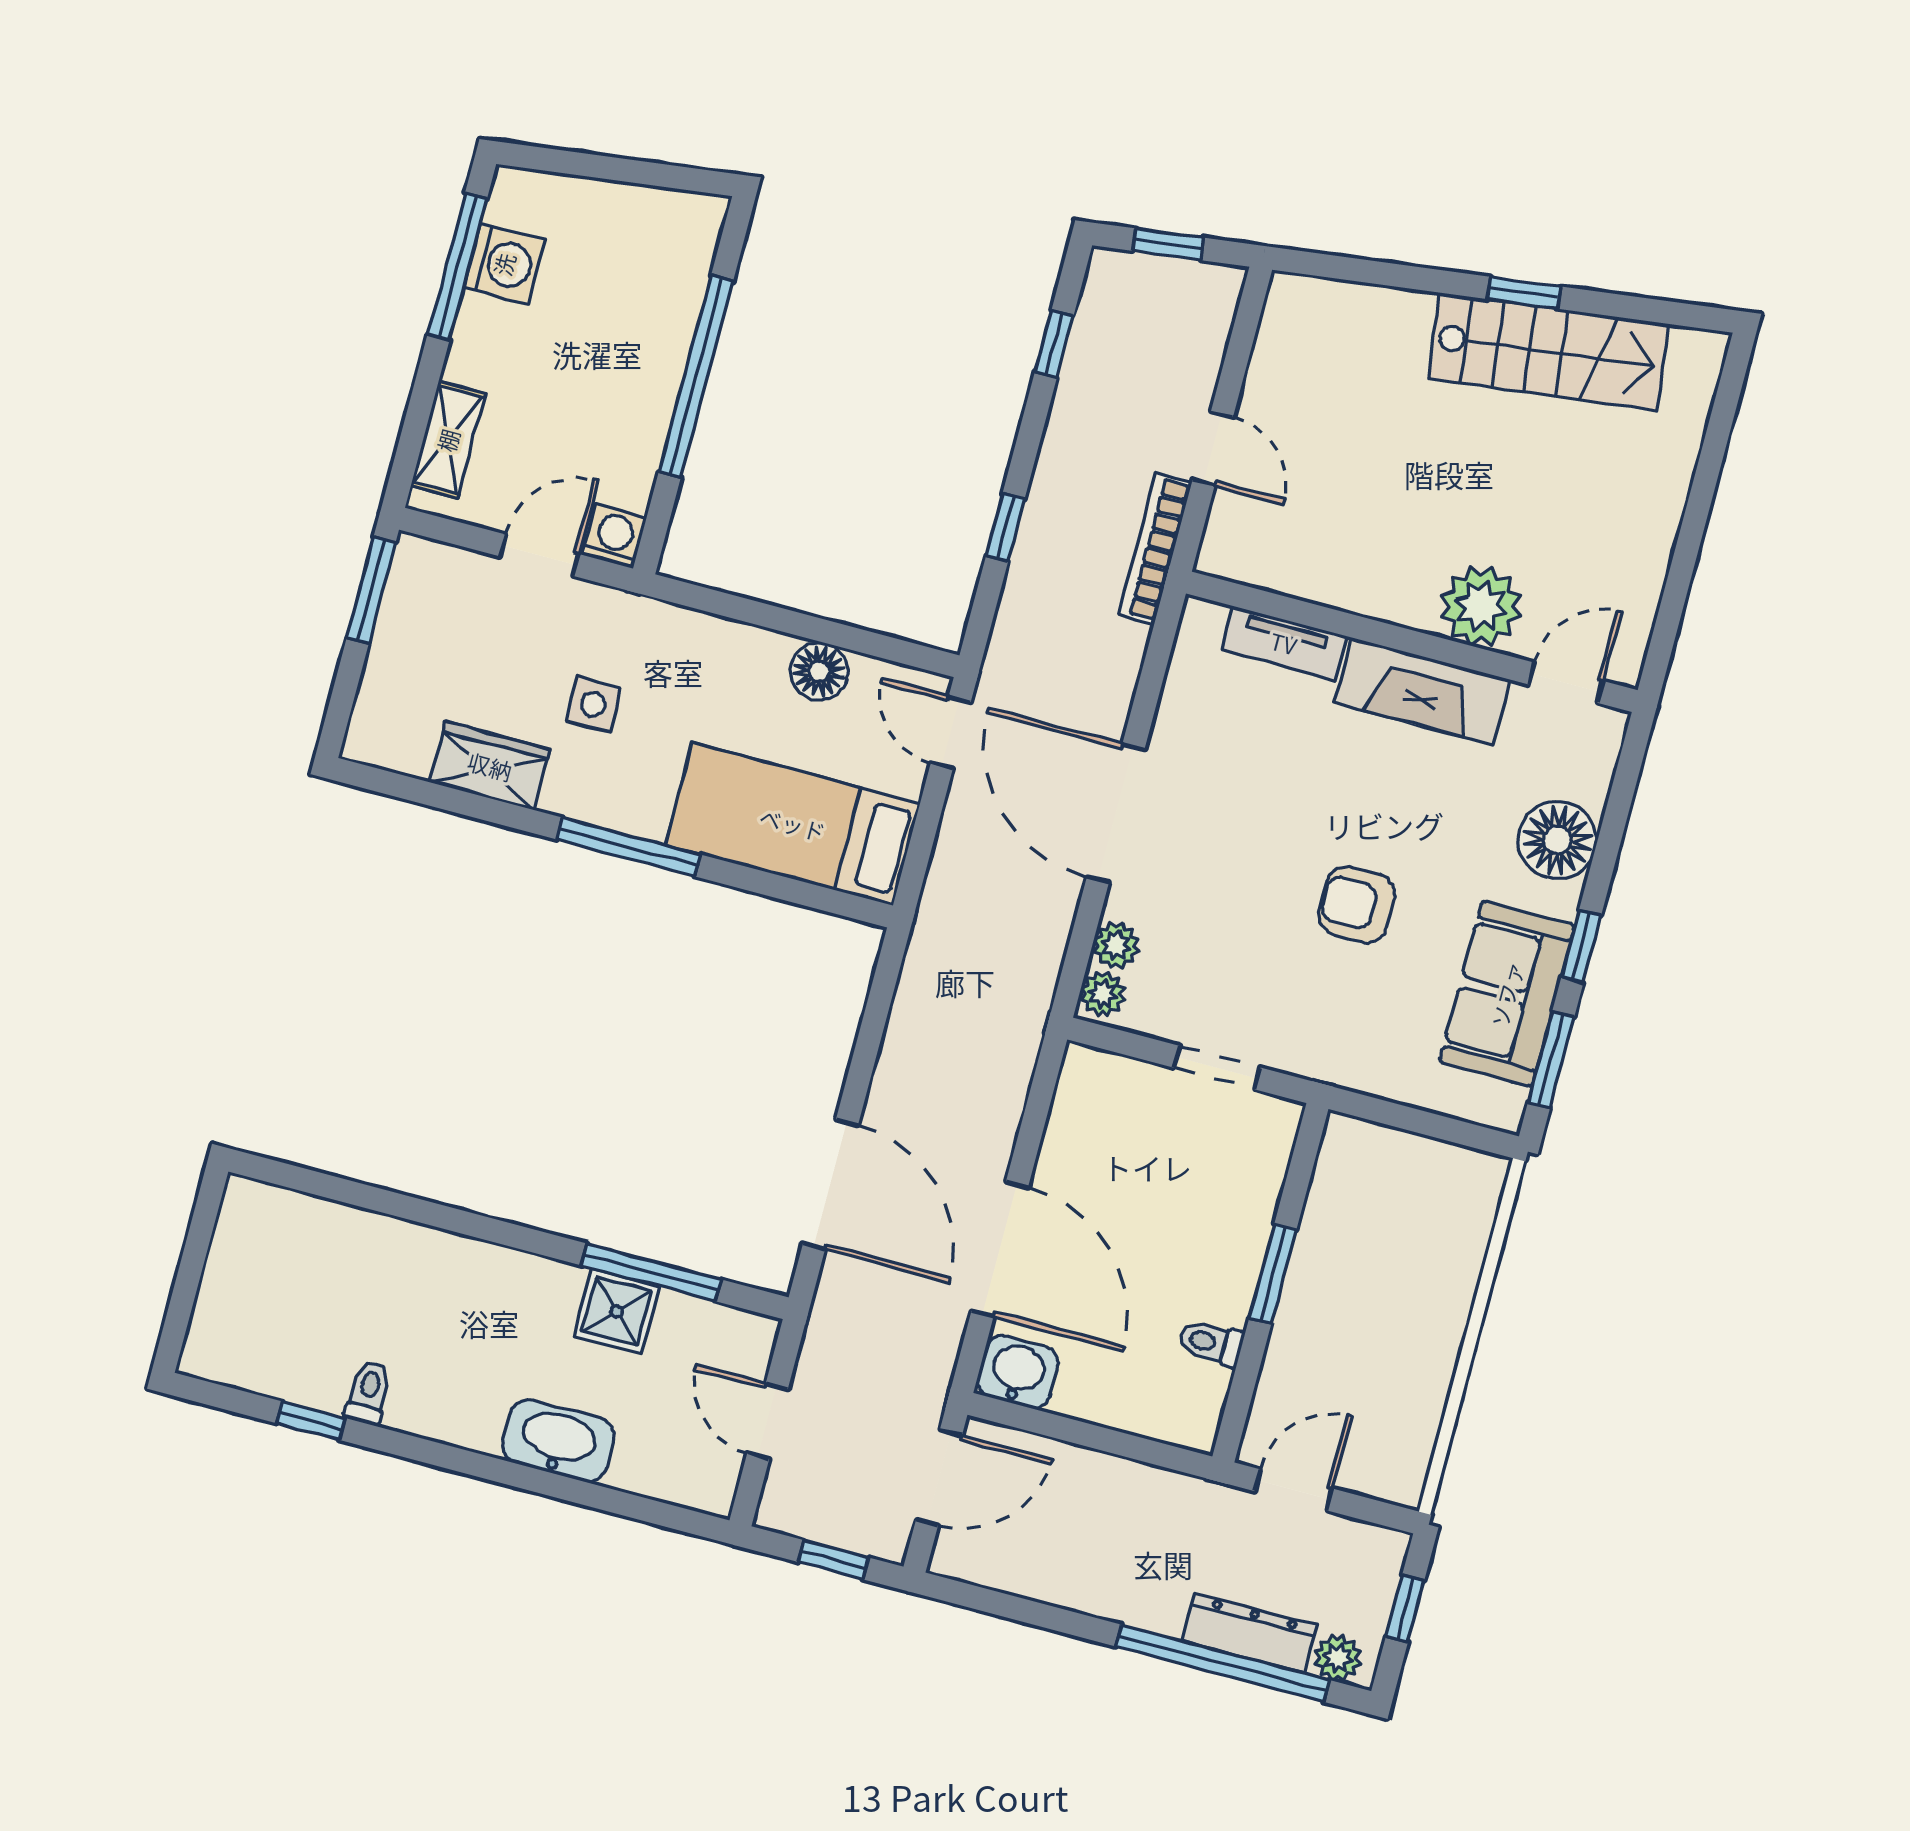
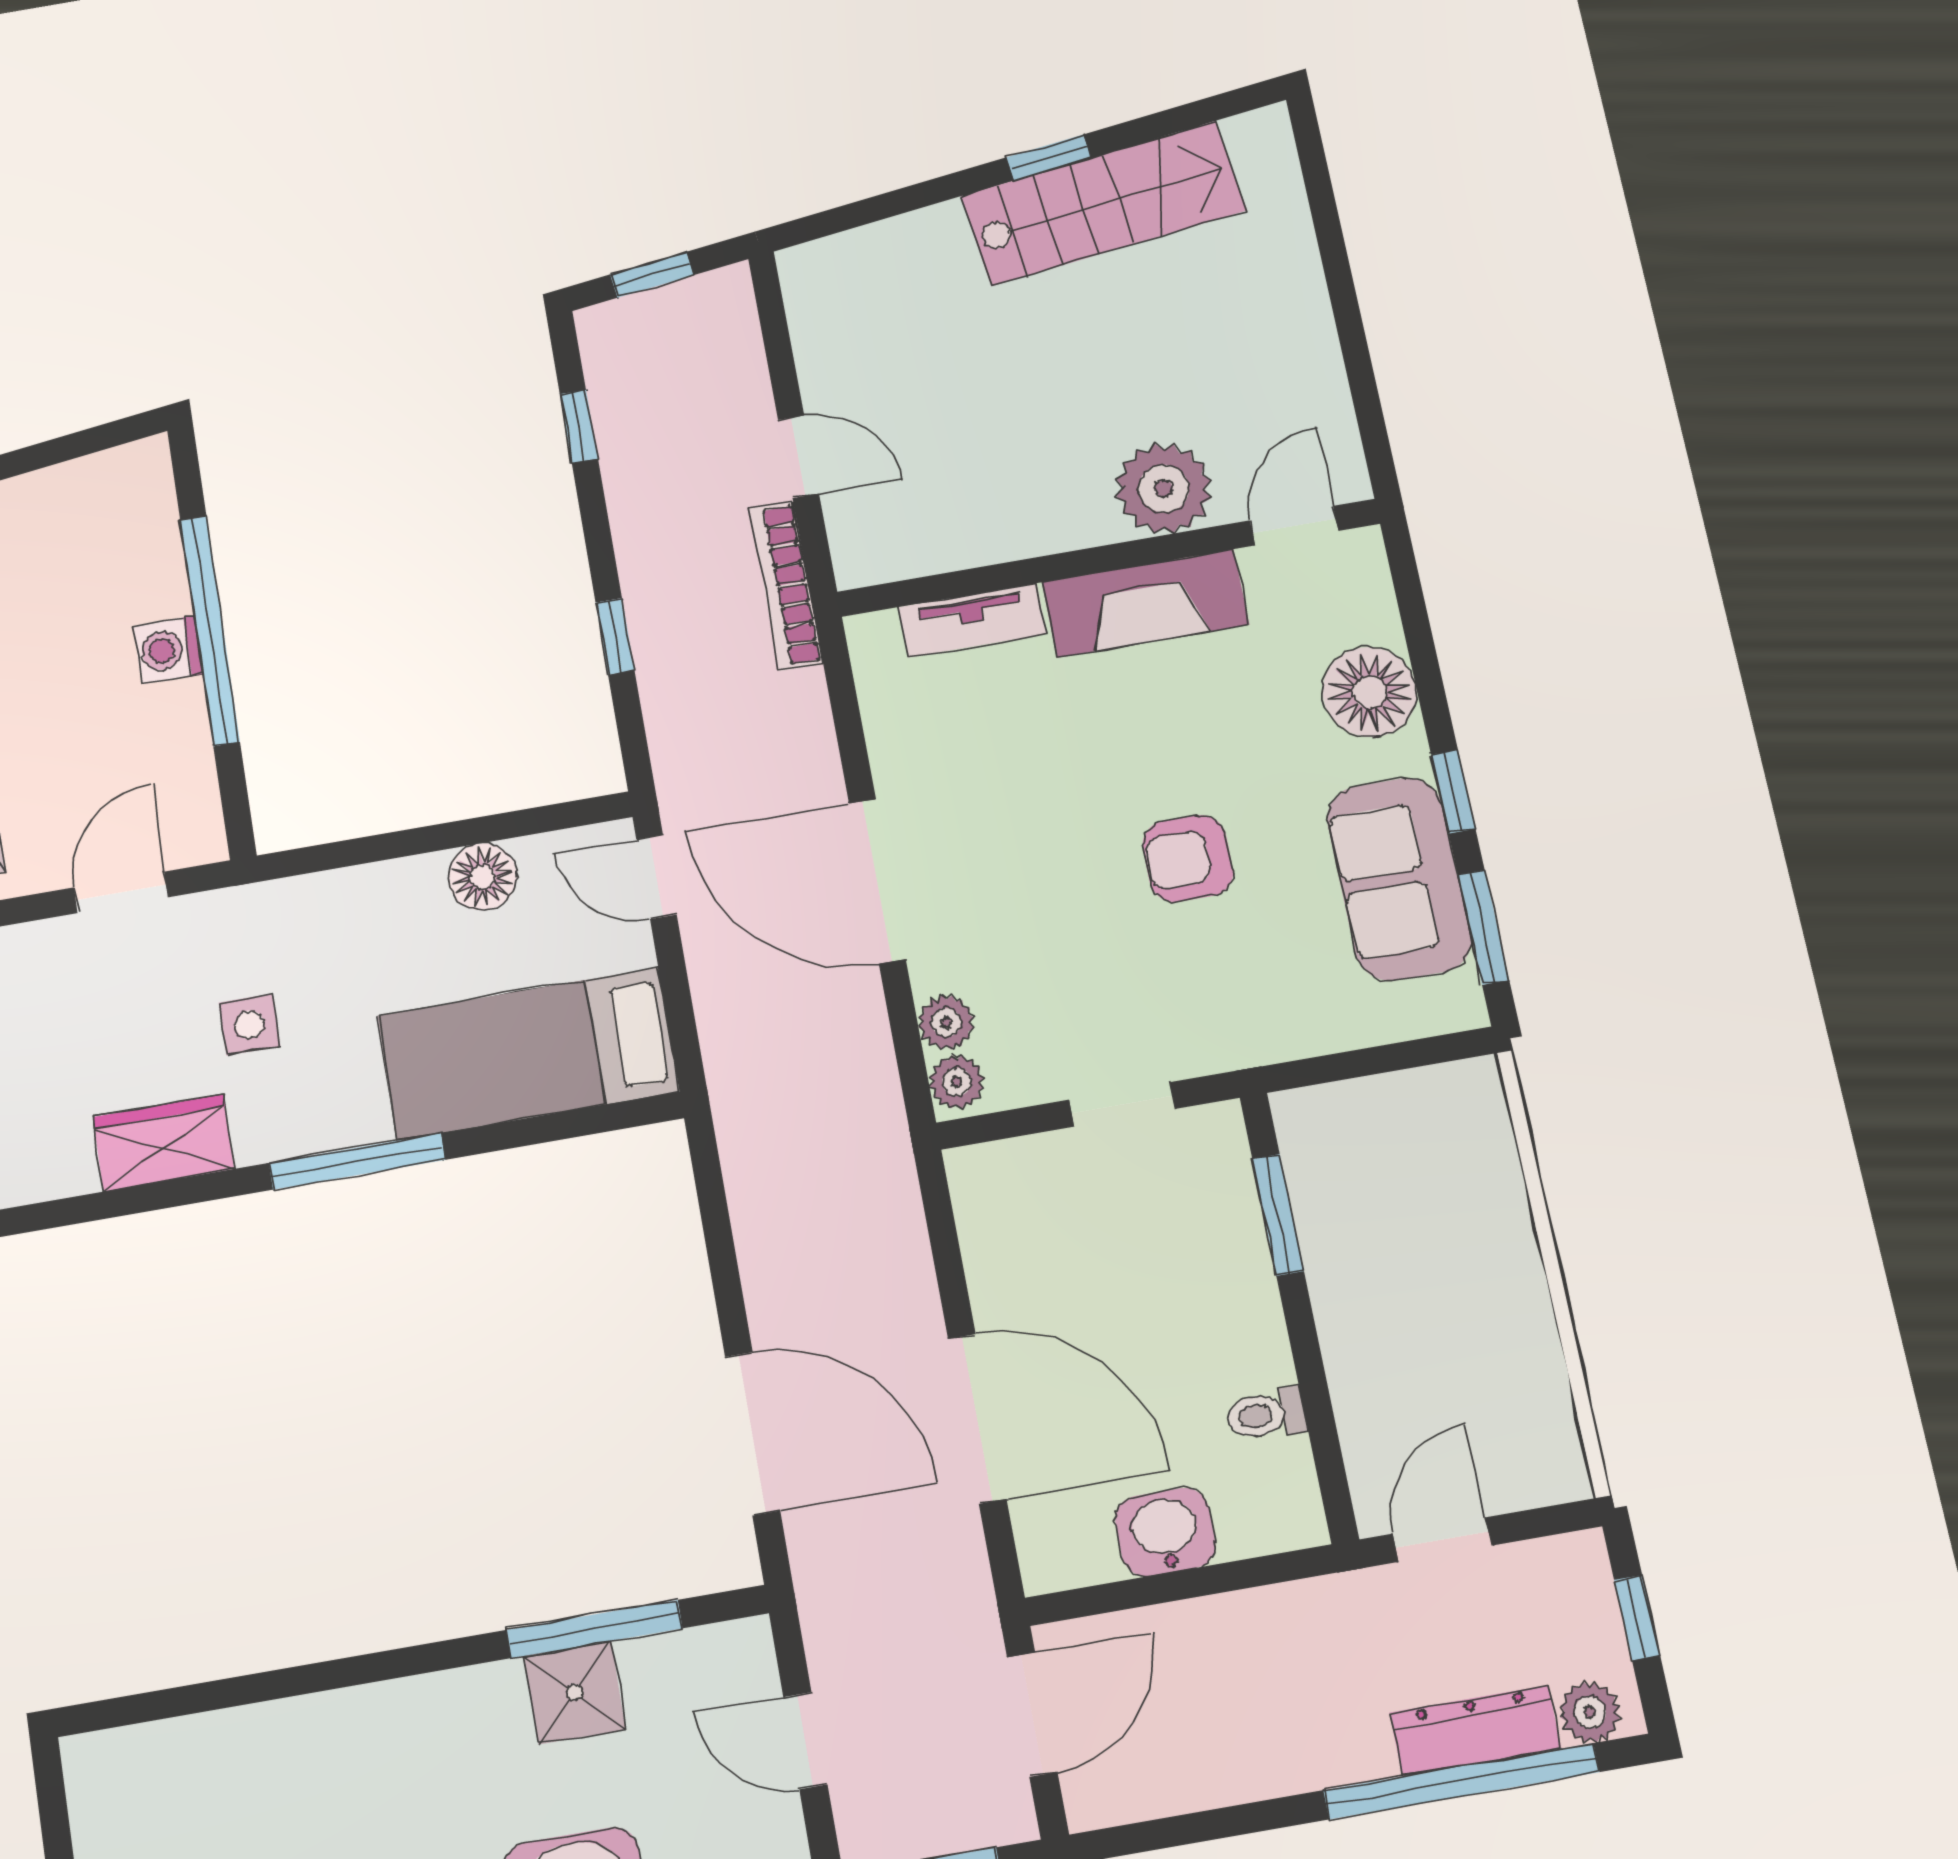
washing machine: (615, 536) -> (168, 650), moved, turned -90
window: (1273, 1274) -> (1278, 1215), moved
washbasin: (1018, 1372) -> (1165, 1532), moved

